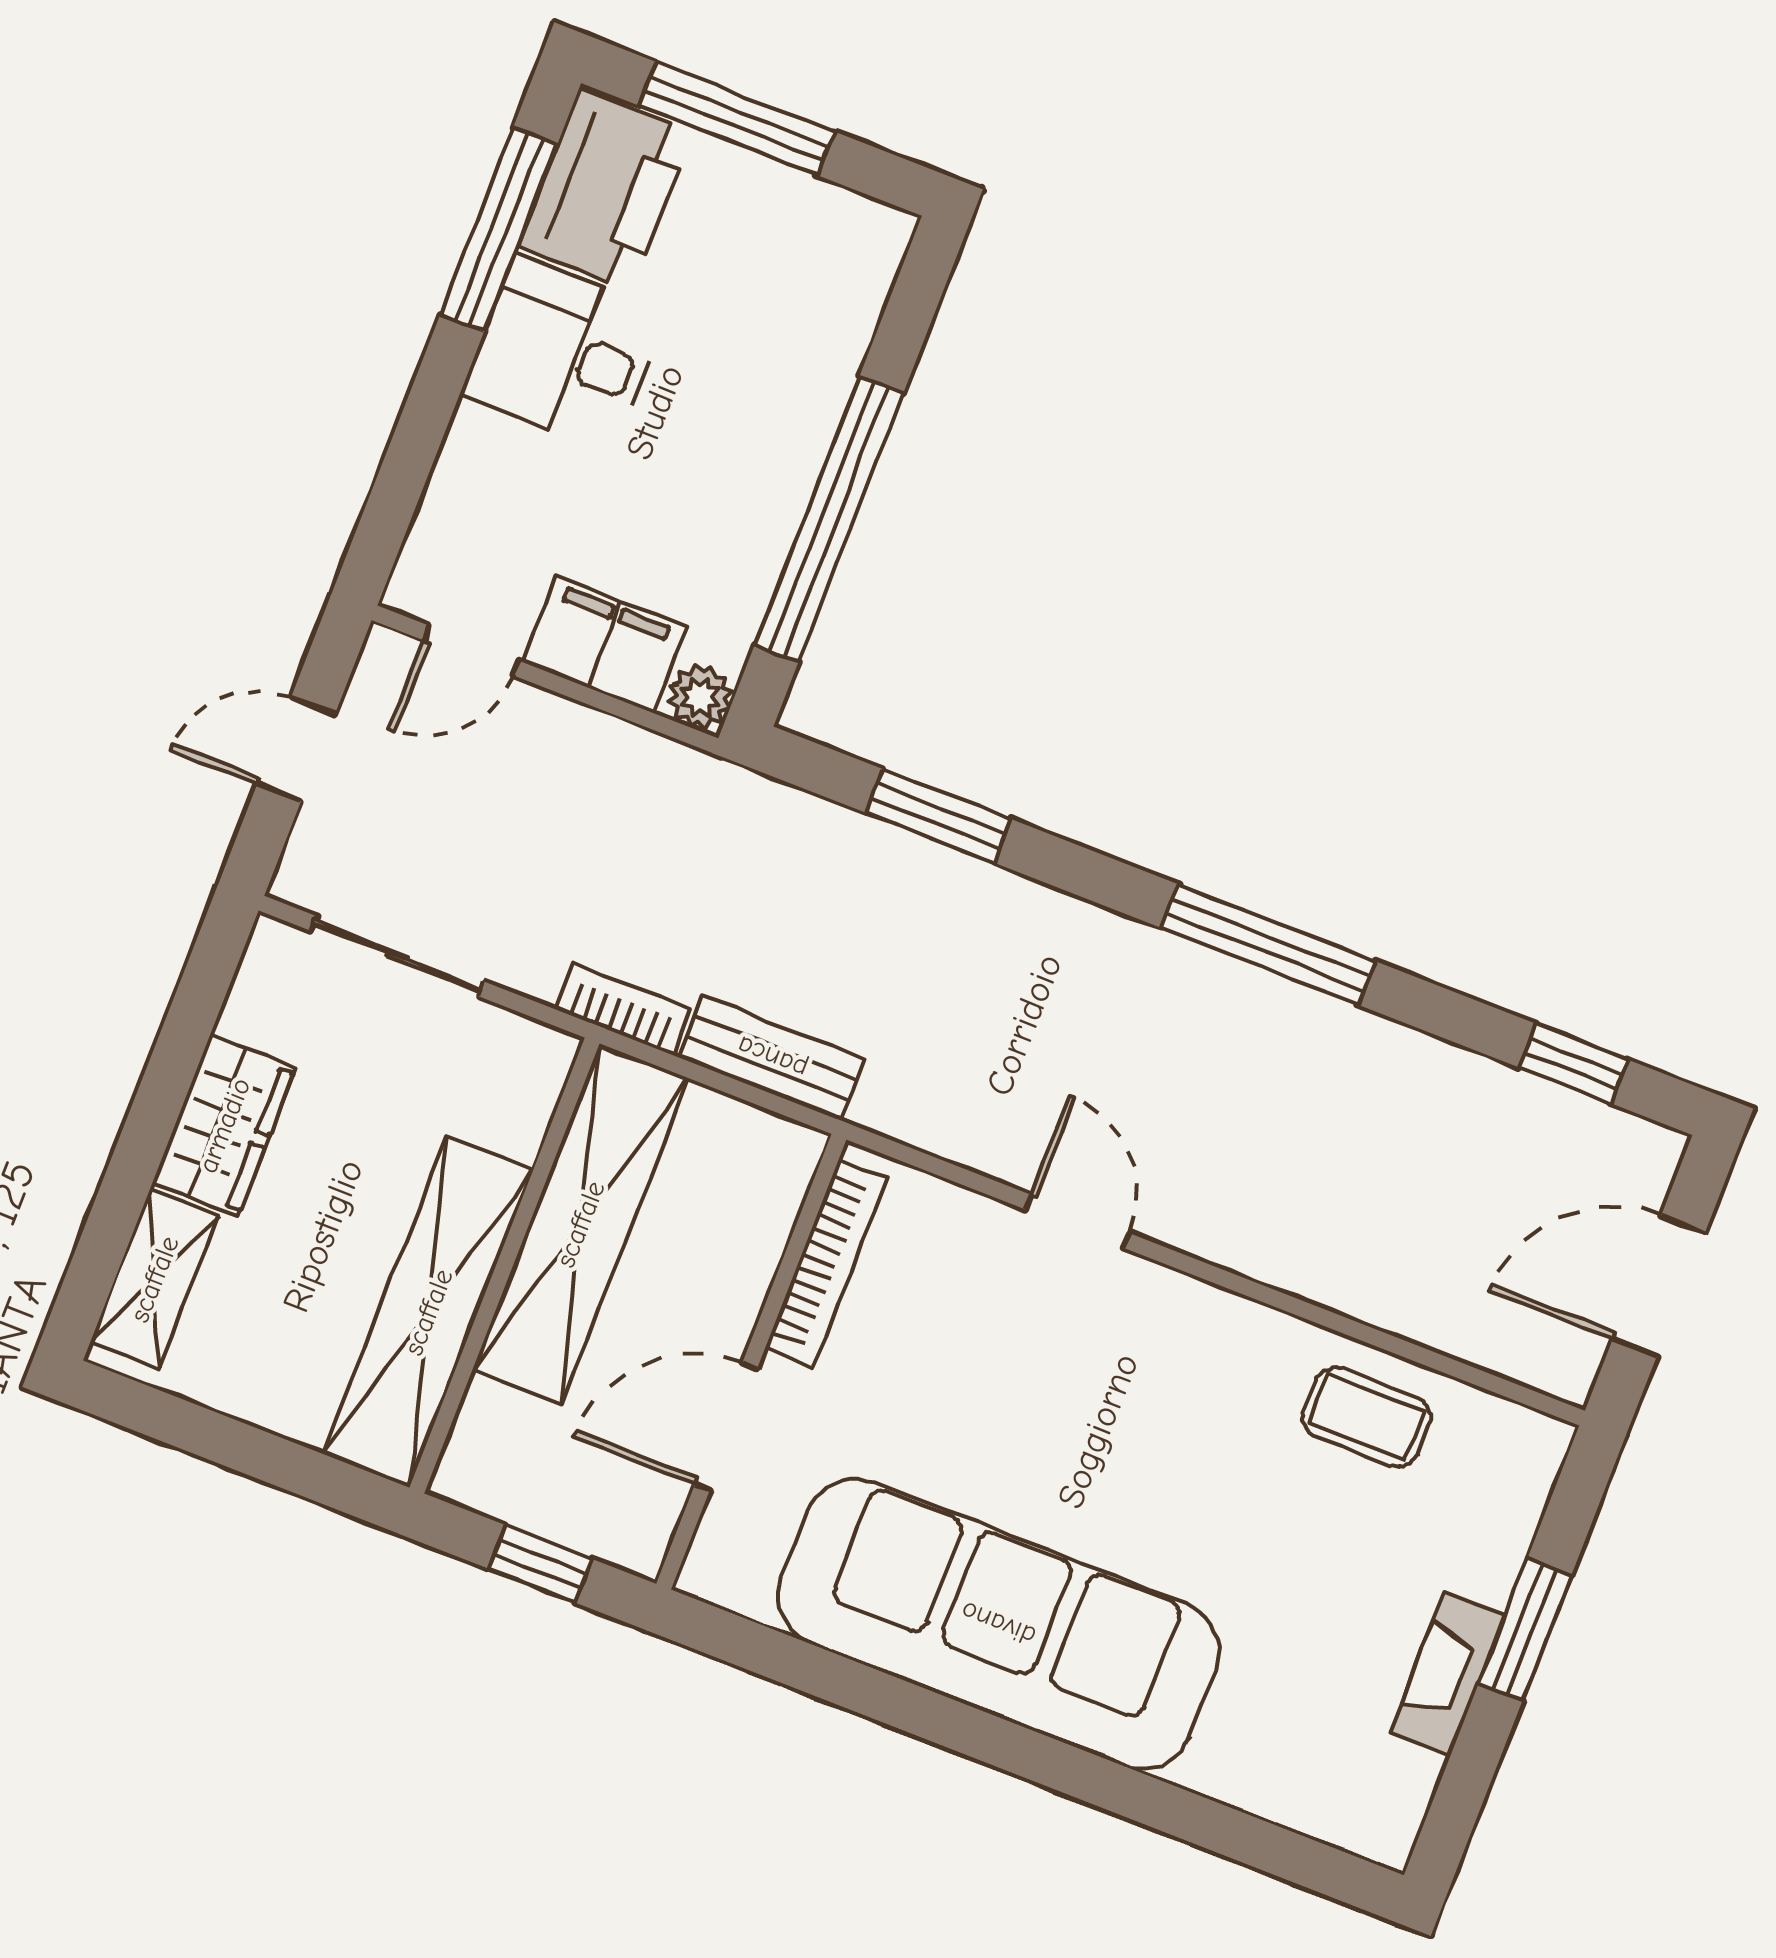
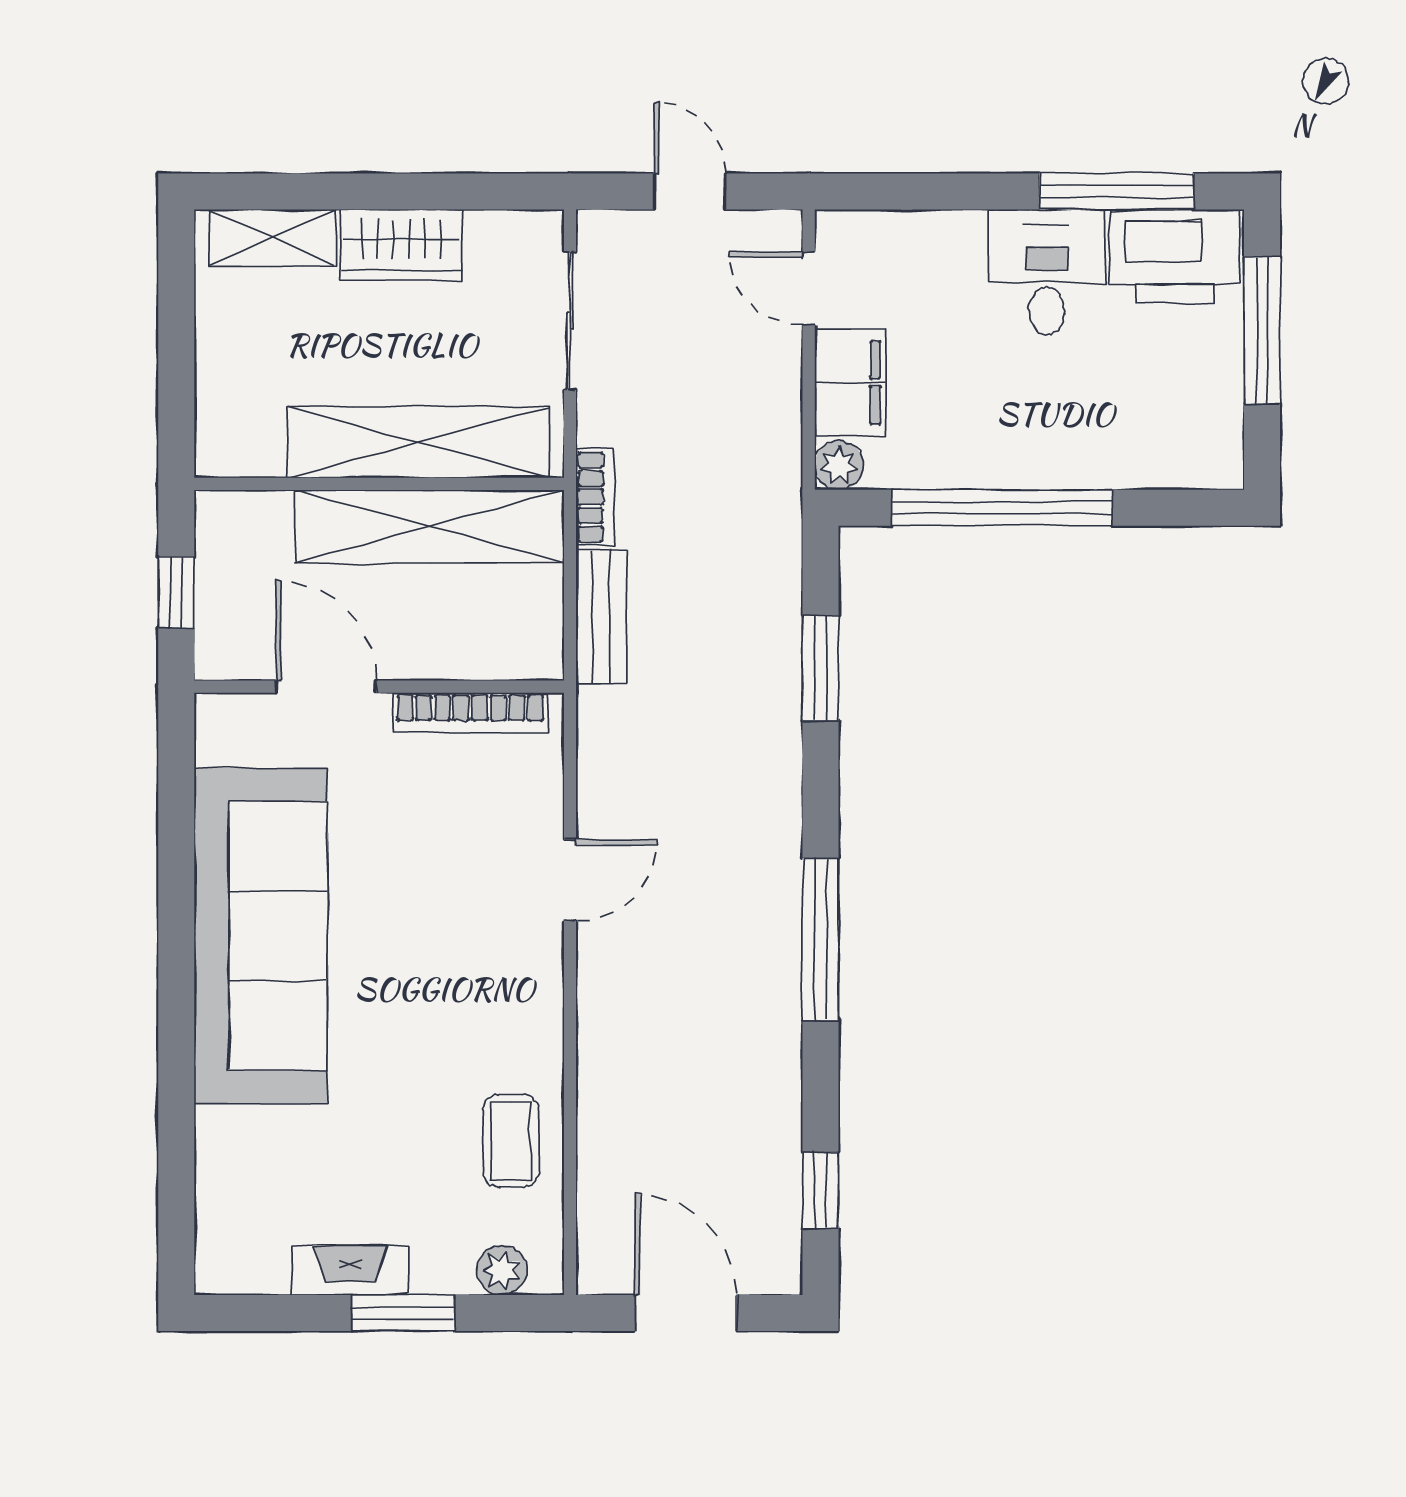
shelving: (428, 1312) -> (418, 442), moved
plant: (1519, 1489) -> (502, 1270), added

